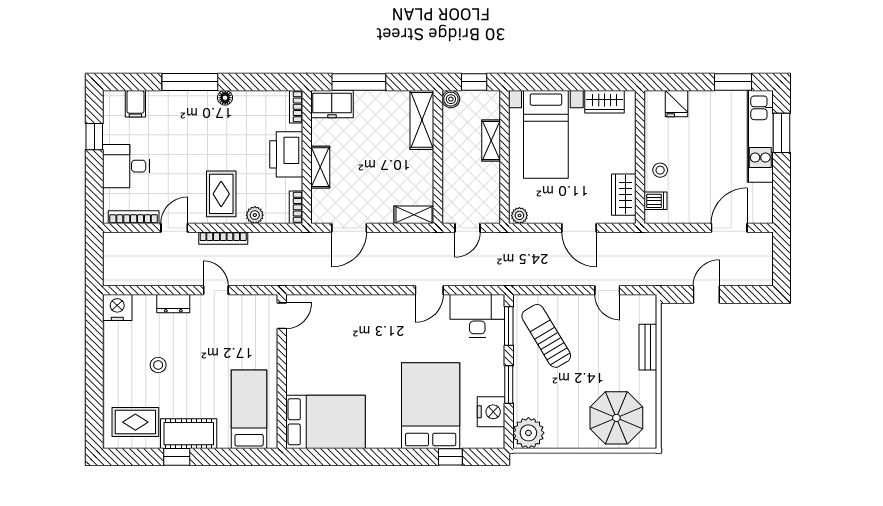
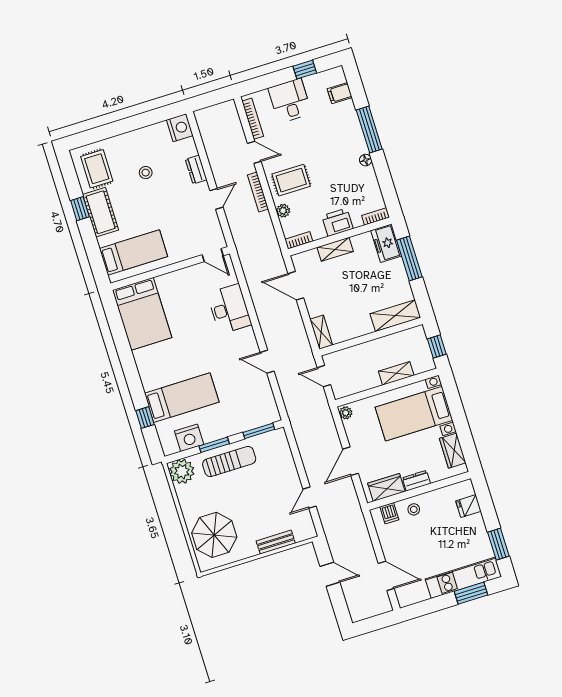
boiler: (451, 99) -> (418, 333), removed
printer: (286, 154) -> (337, 222), width x0.73, depth x0.84
dresser: (627, 156) -> (416, 481), added
desk: (477, 316) -> (229, 309), moved
sun lounger: (546, 336) -> (229, 462), moved, turned 31
bed: (431, 406) -> (182, 398), width x0.67

